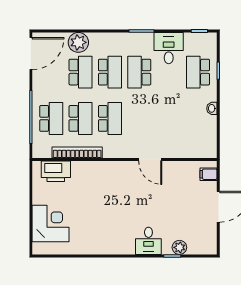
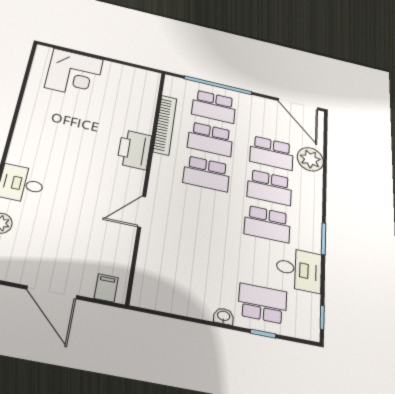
school desk: (139, 72) -> (267, 224), turned 180
washbasin: (212, 108) -> (224, 316), moved
printer: (56, 171) -> (134, 150), moved

